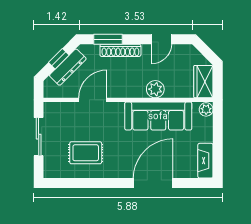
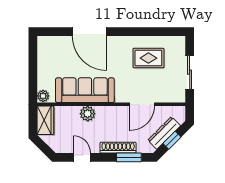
door: (162, 39) -> (82, 157), hinge flipped
fireplace: (205, 161) -> (44, 51), removed
door: (153, 183) -> (89, 32), hinge flipped

